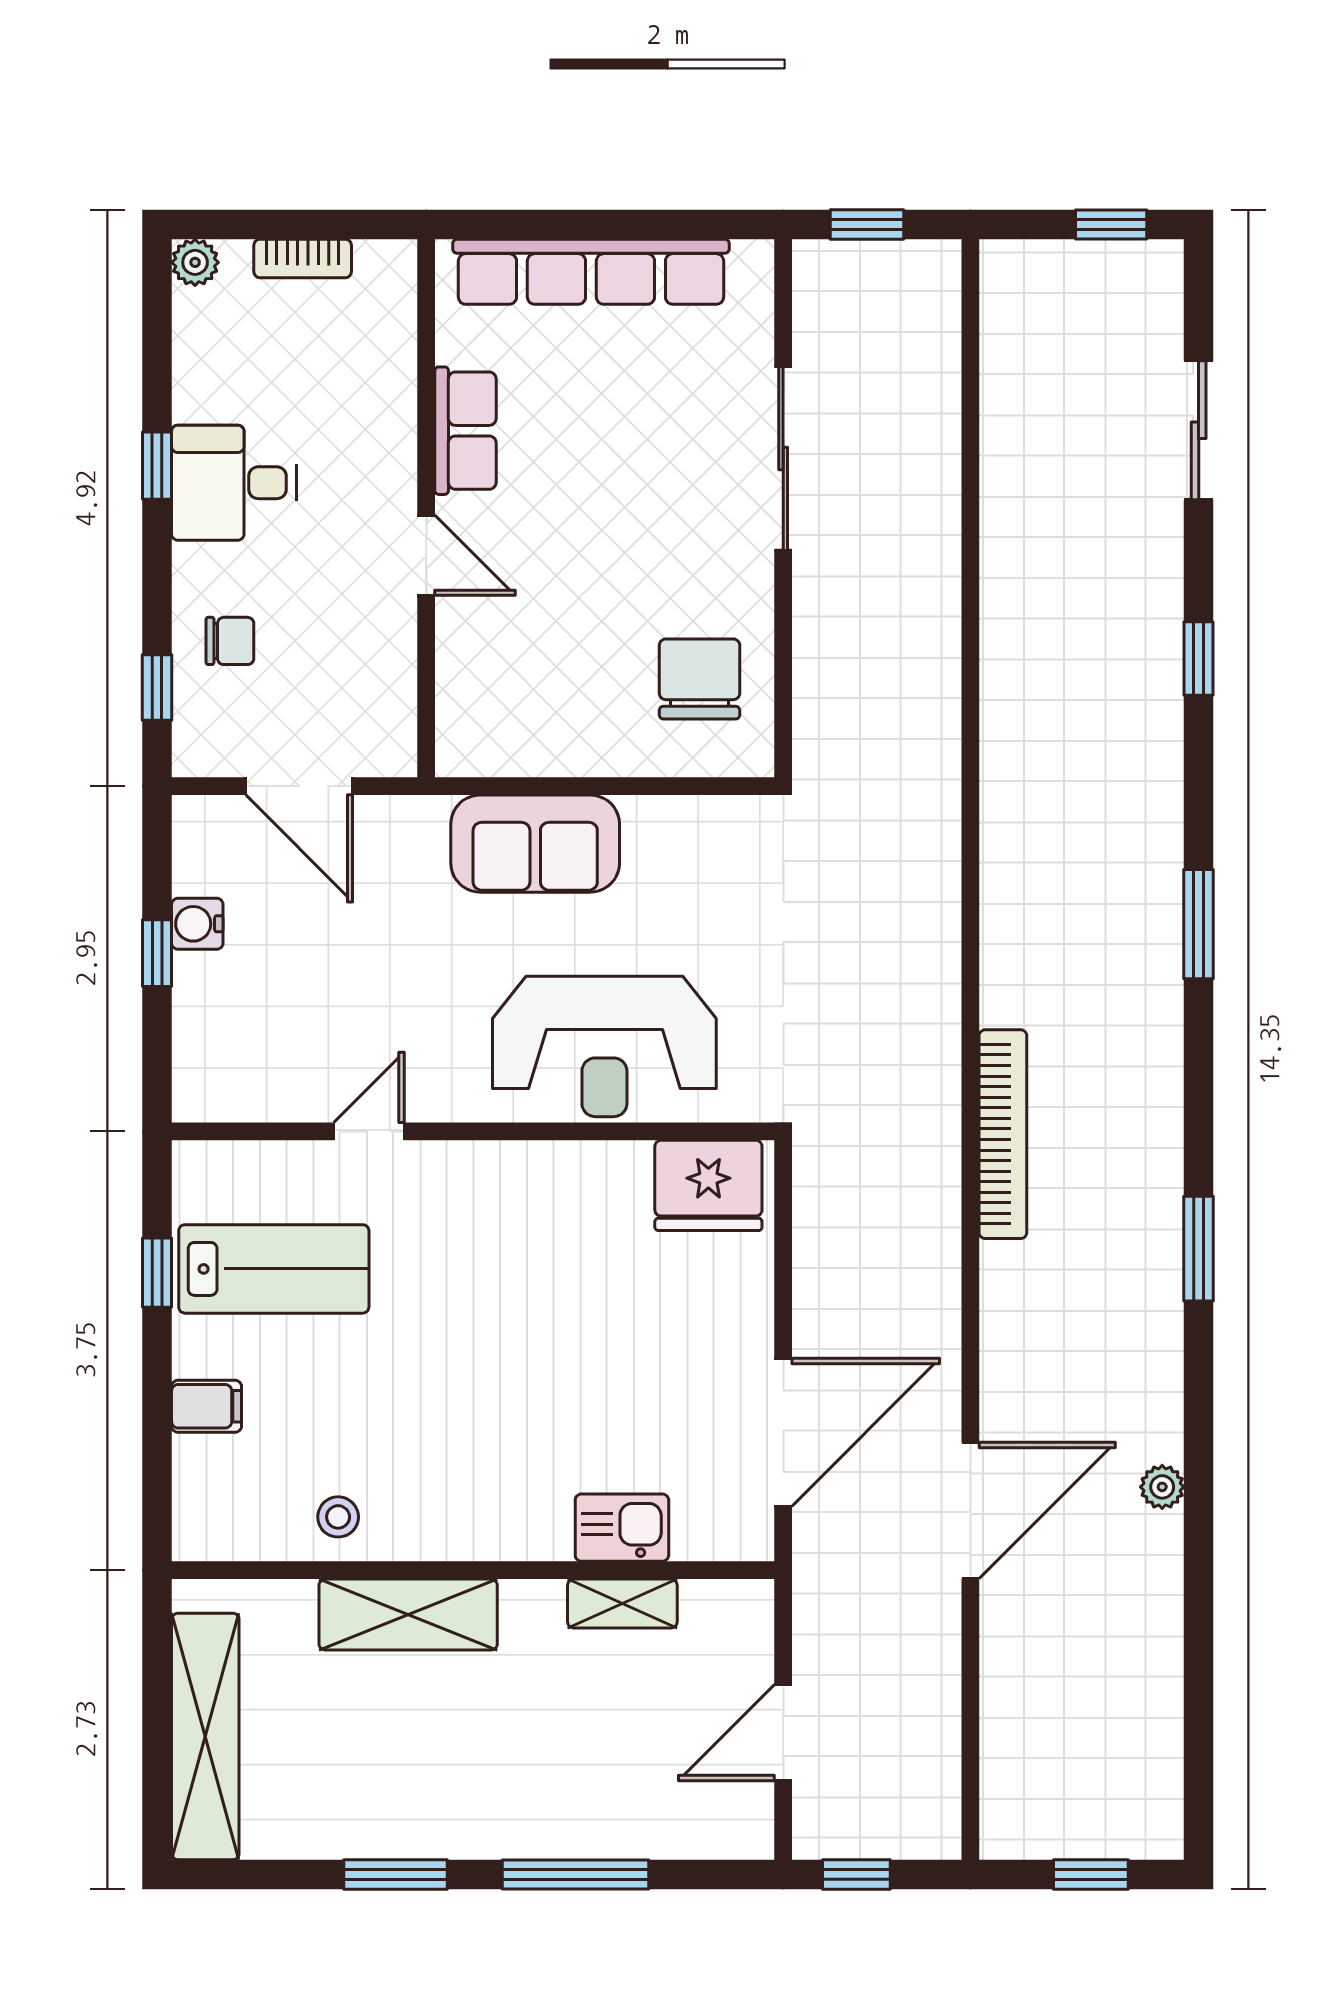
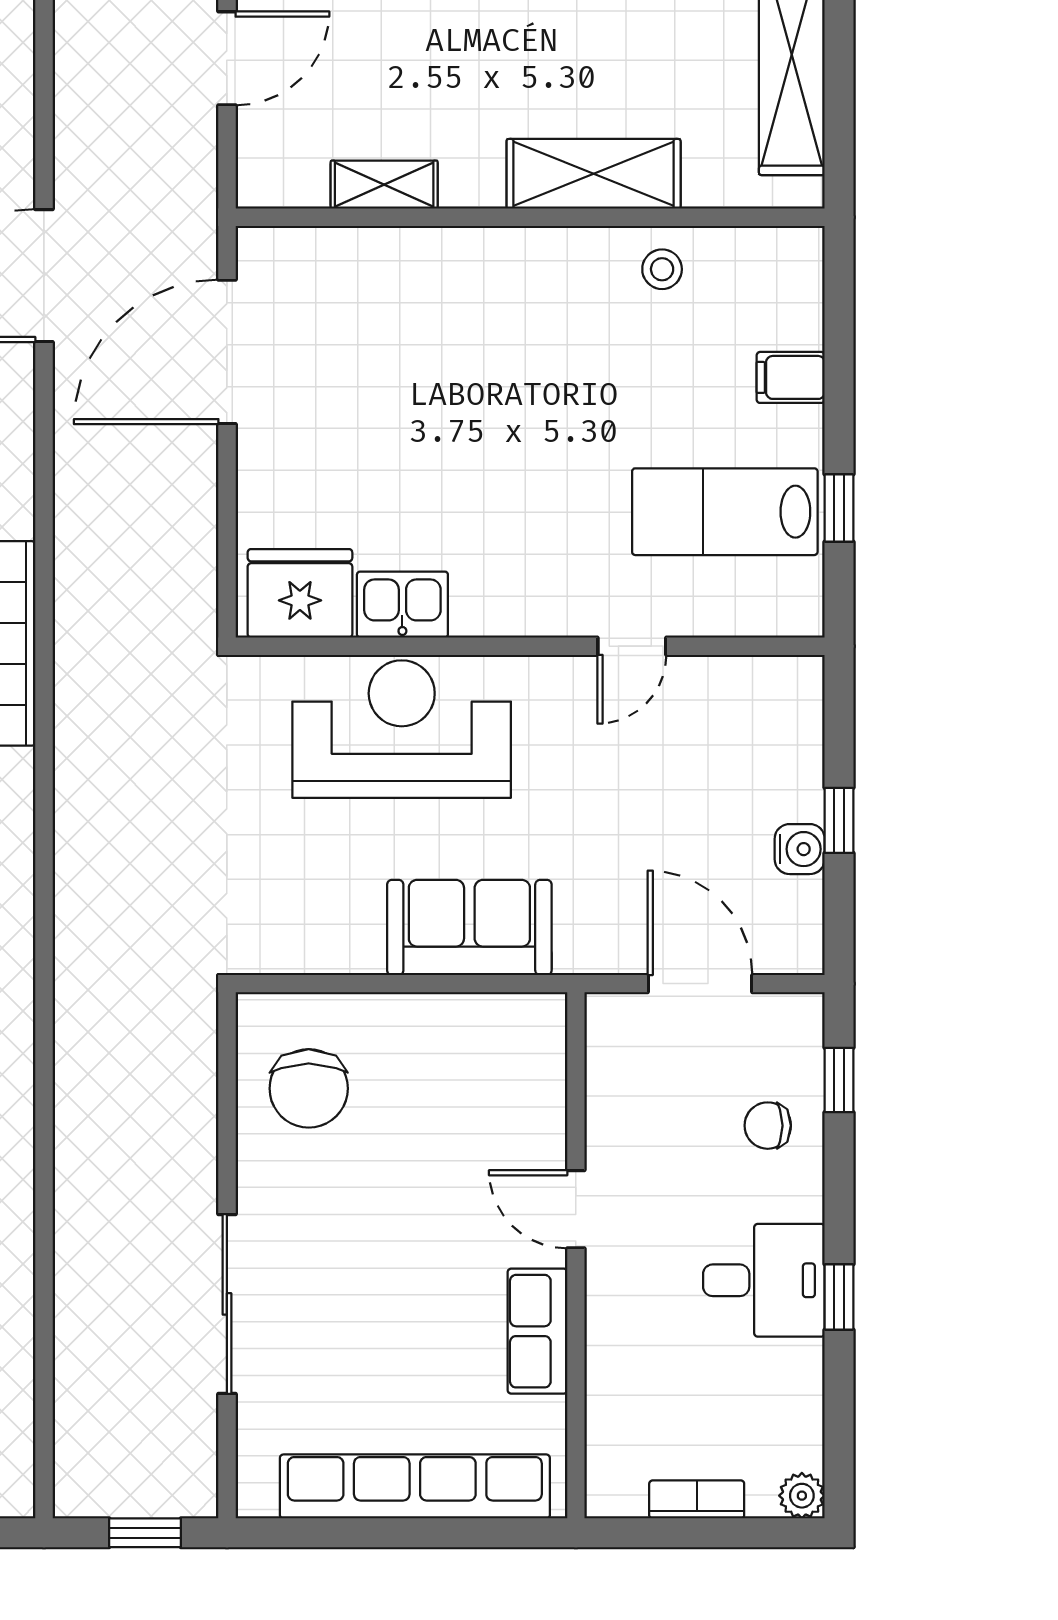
kitchen sink: (622, 1528) -> (402, 605), moved, turned 180

